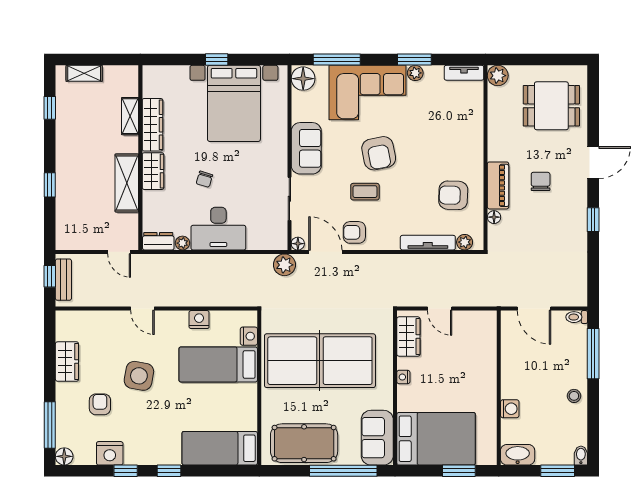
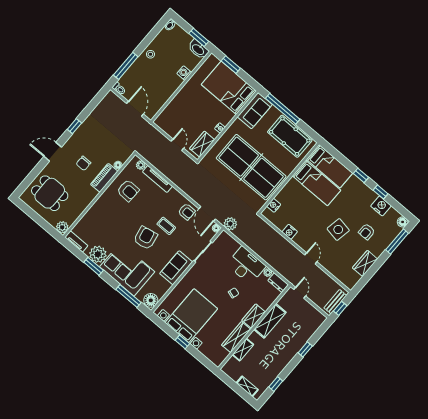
plant: (415, 73) -> (98, 254), width x1.88, depth x1.88
bed: (218, 364) -> (316, 183), moved
window: (558, 471) -> (199, 37), moved

